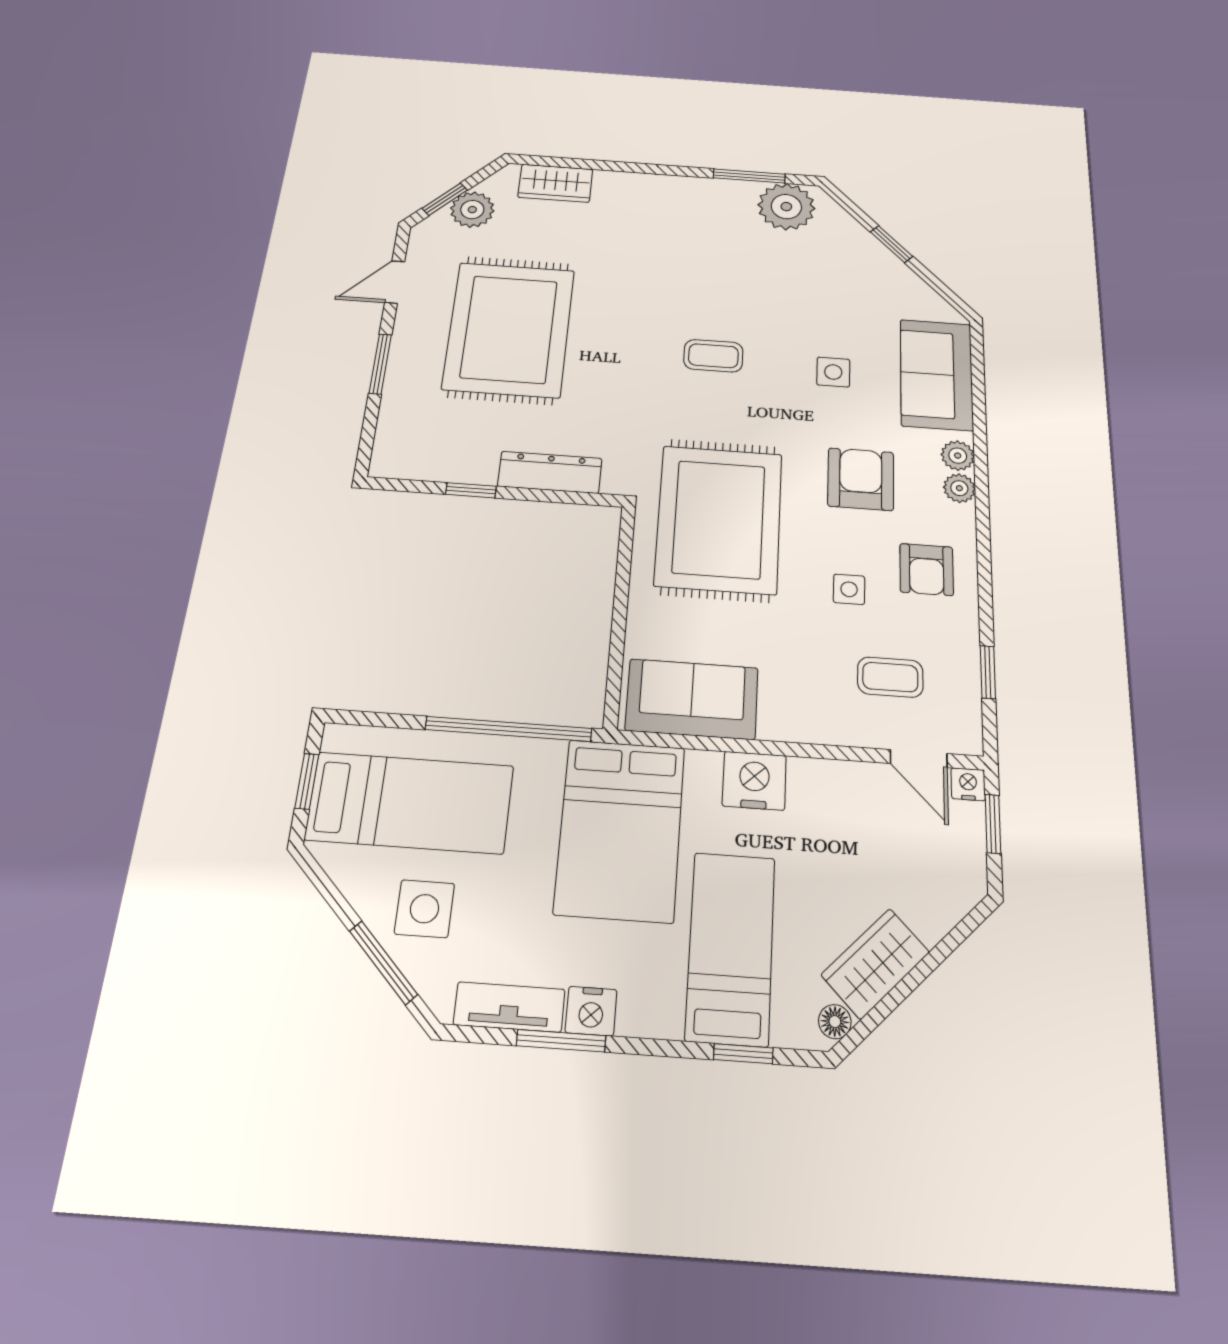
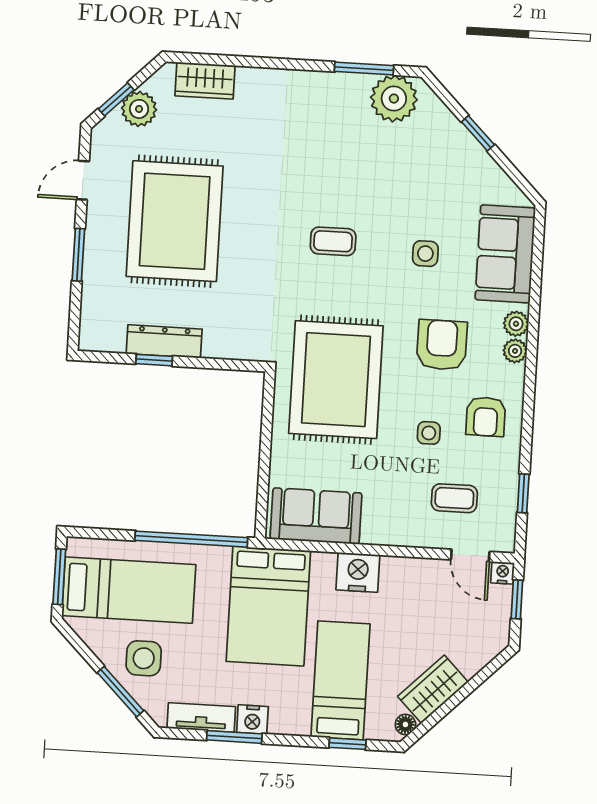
dresser: (550, 472) -> (164, 341), moved
window: (307, 781) -> (59, 577), width x1.50

